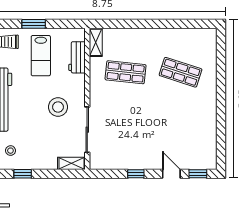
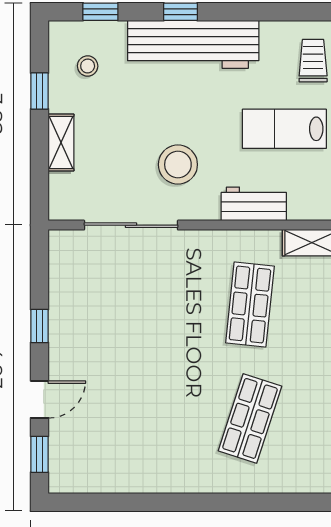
workbench: (77, 57) -> (254, 204), moved
shelving: (71, 163) -> (61, 142), moved

